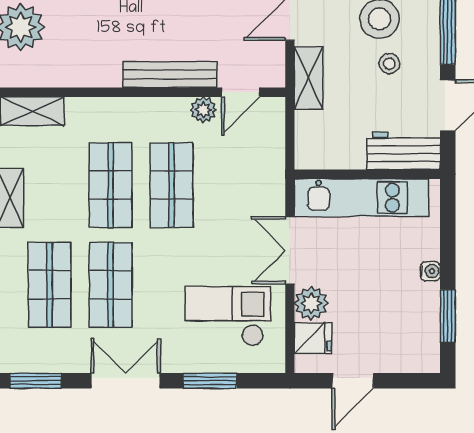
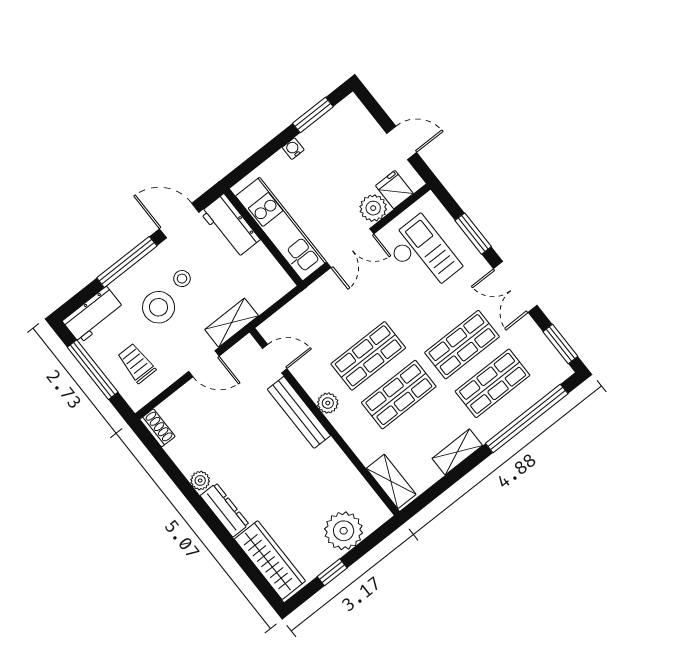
plant: (203, 110) -> (328, 403), moved
checkout: (228, 316) -> (423, 254), turned 180

